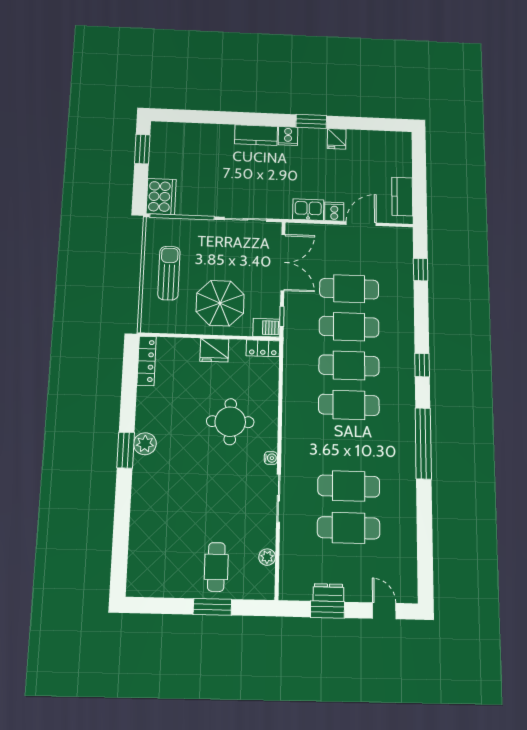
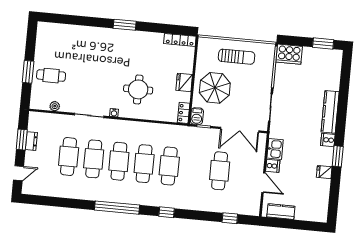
kitchen counter: (256, 135) -> (330, 112), width x1.50
cafe table: (349, 327) -> (119, 161), moved
plant: (145, 444) -> (128, 37), removed

